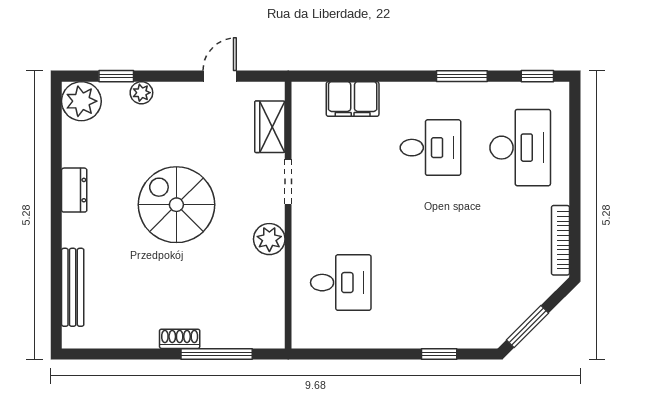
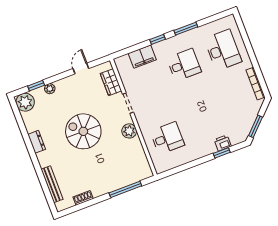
window: (537, 76) -> (158, 39), moved
printer: (449, 335) -> (223, 143), added
shoe rack: (180, 339) -> (83, 198), moved

